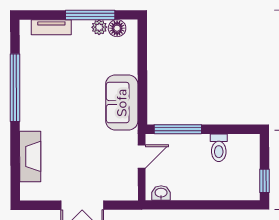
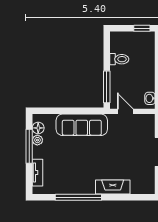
sofa: (122, 103) -> (82, 125), width x1.36
fireplace: (30, 156) -> (113, 187), moved

